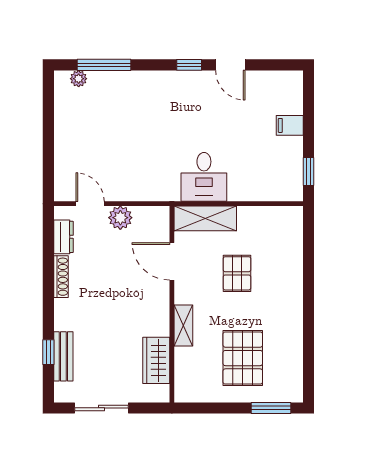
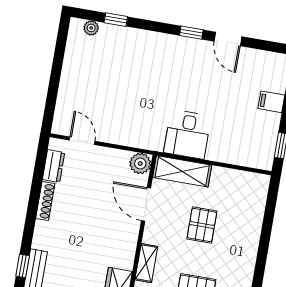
window: (104, 65) -> (116, 20), width x0.46
plant: (120, 218) -> (140, 163), moved

